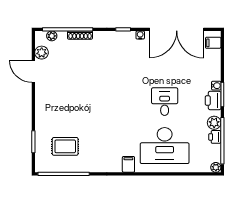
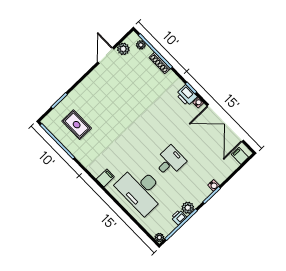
printer: (213, 100) -> (187, 95), moved, turned -90

